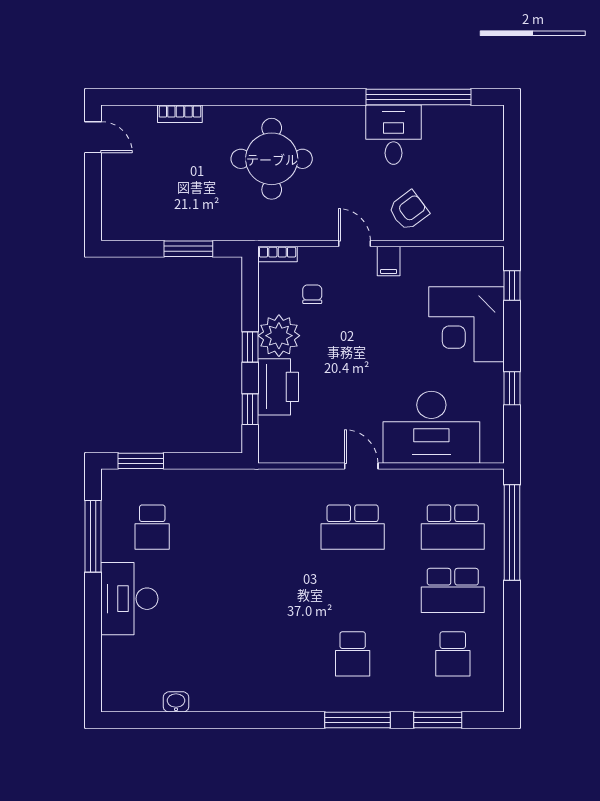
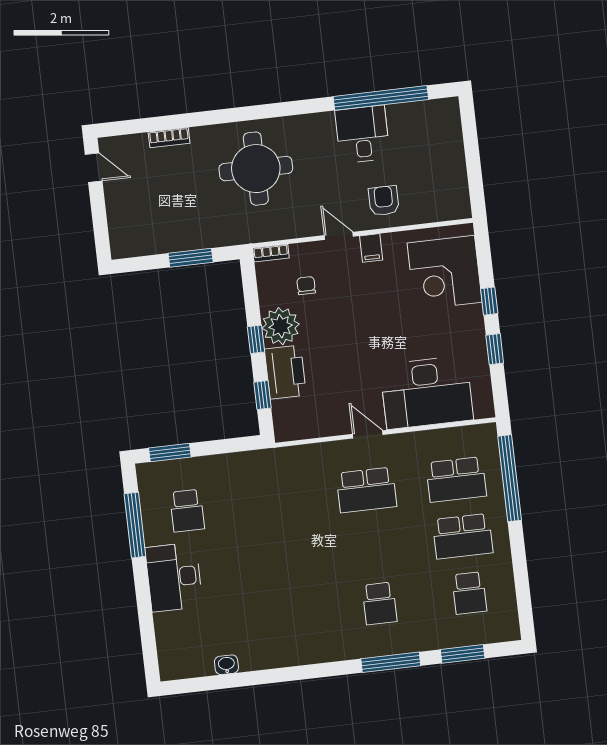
armchair: (409, 210) -> (384, 201), turned -53
window: (512, 286) -> (489, 301), moved
corner desk: (467, 324) -> (445, 273), moved

